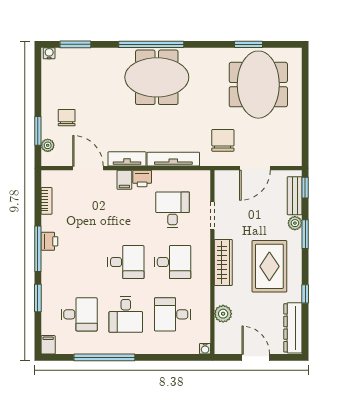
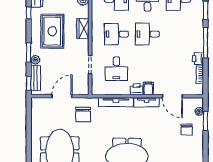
printer: (49, 241) -> (198, 59), moved
wardrobe: (223, 263) -> (83, 29), width x0.67

